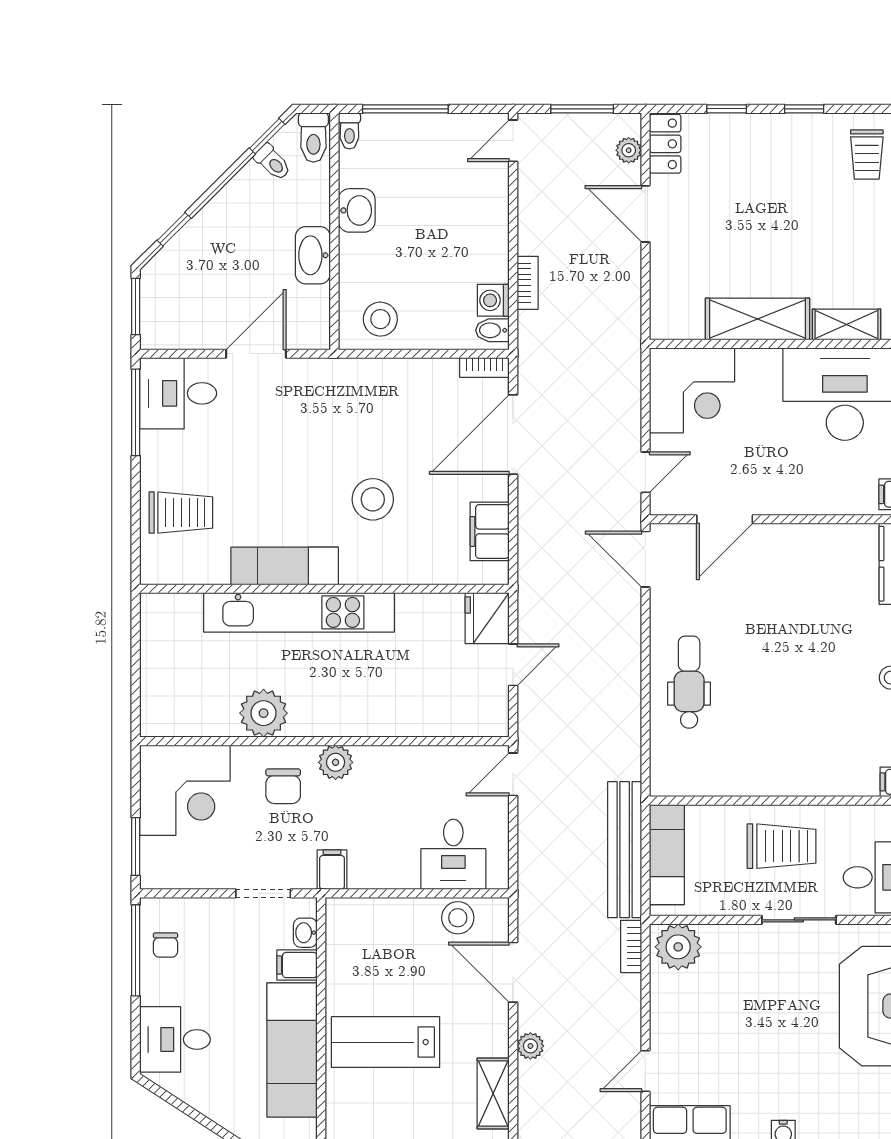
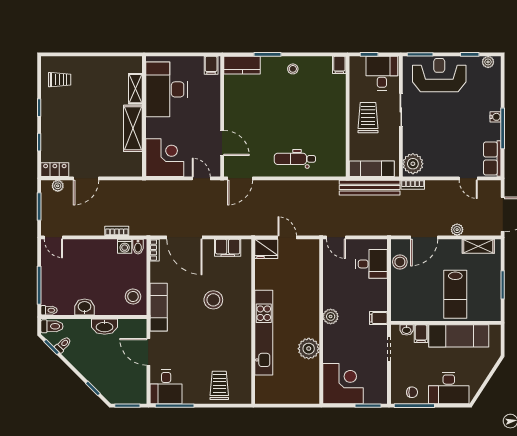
exam couch: (285, 566) -> (159, 307), moved, turned 180
chair: (283, 786) -> (341, 340), removed
desk: (175, 1039) -> (449, 388), width x1.37

